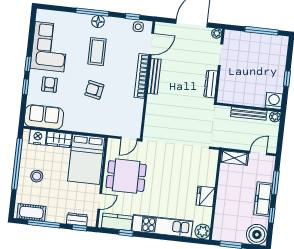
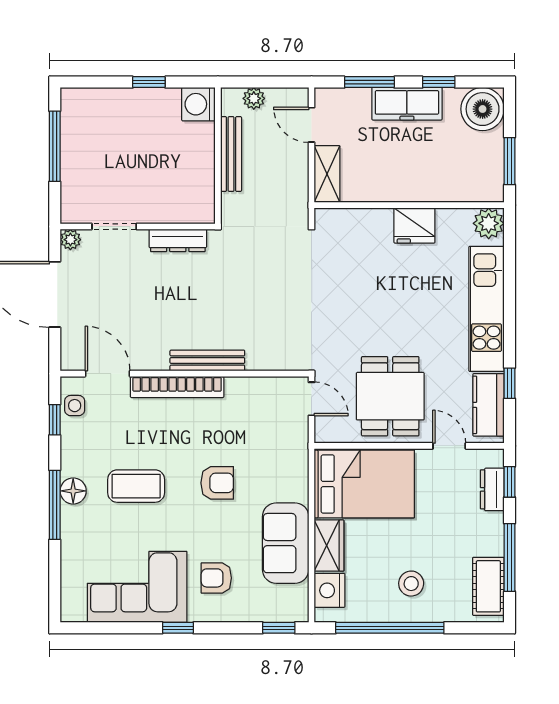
bench: (154, 76) -> (207, 361), moved
window: (25, 87) -> (279, 628), moved
armchair: (94, 90) -> (217, 483), turned -101
sofa: (44, 117) -> (286, 543), moved
plant: (275, 117) -> (254, 98), moved

